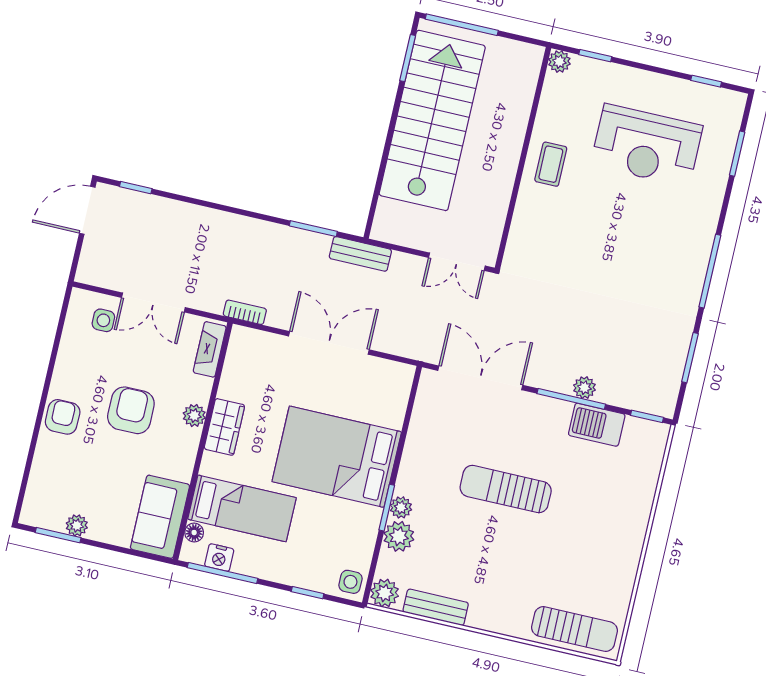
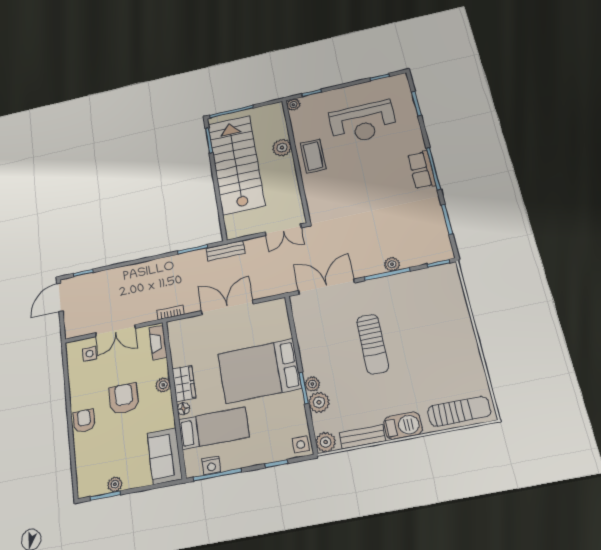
plant: (511, 127) -> (282, 148), added
coffee table: (551, 164) -> (313, 156), width x1.36, depth x1.30
row of seats: (693, 265) -> (422, 170), added
barbecue: (597, 425) -> (403, 426), moved, turned 180
sun lounger: (506, 489) -> (373, 344), turned -90
floor lamp: (194, 533) -> (183, 409), moved

